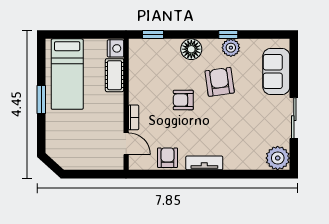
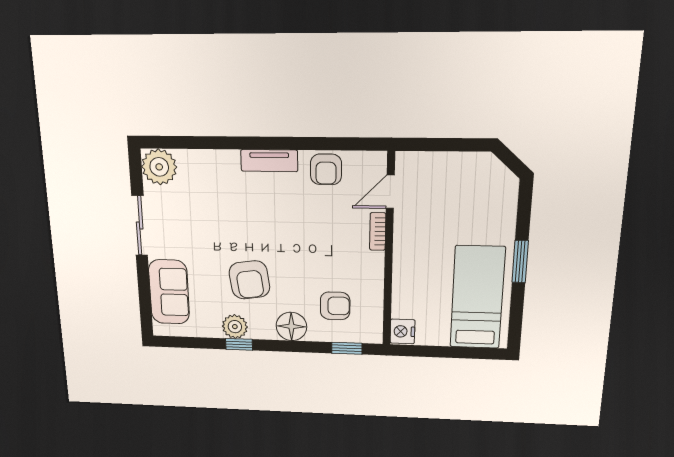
cot: (115, 75) -> (405, 294), removed
armchair: (183, 100) -> (335, 306), moved
door: (126, 144) -> (390, 192), hinge flipped

